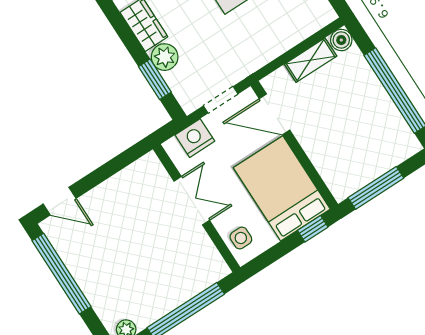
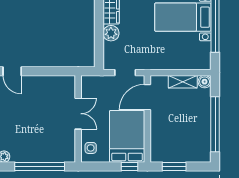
window: (155, 79) -> (99, 41), removed
door: (275, 114) -> (147, 97), hinge flipped
nightstand: (195, 138) -> (100, 83), removed
window: (376, 188) -> (174, 166), width x0.69

